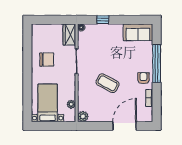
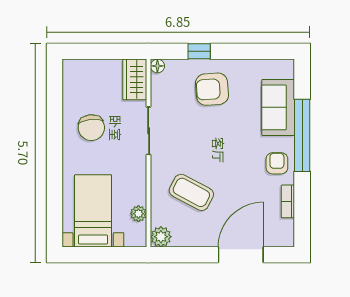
sofa: (138, 32) -> (278, 107), moved, turned 90
armchair: (110, 39) -> (212, 89), added
chair: (47, 60) -> (91, 128), turned 84
coffee table: (108, 83) -> (191, 192), moved

